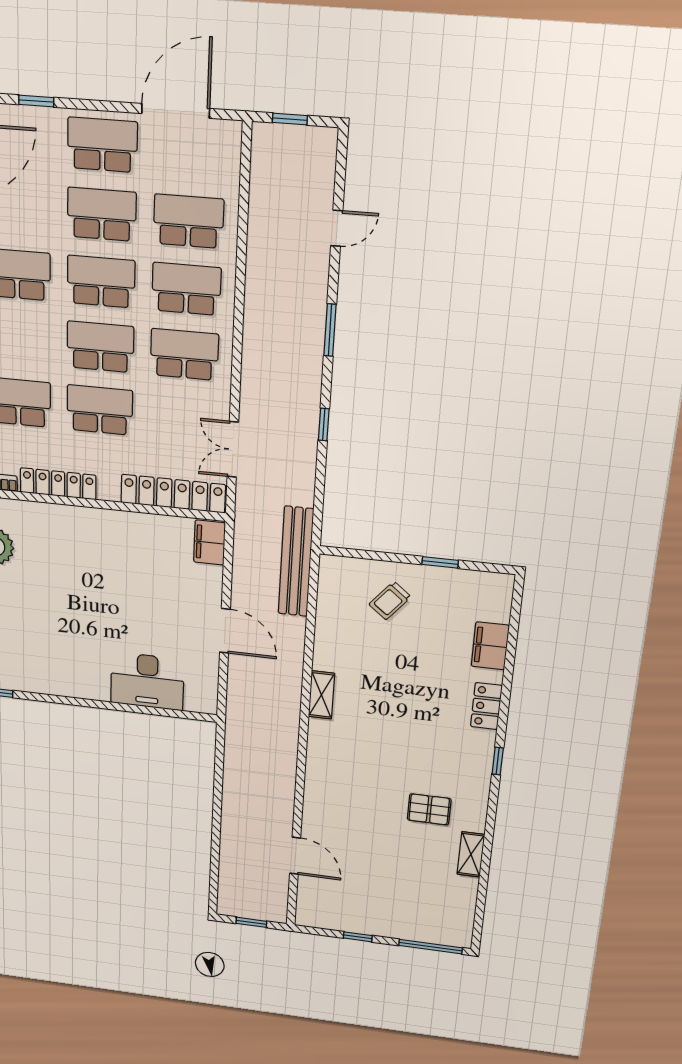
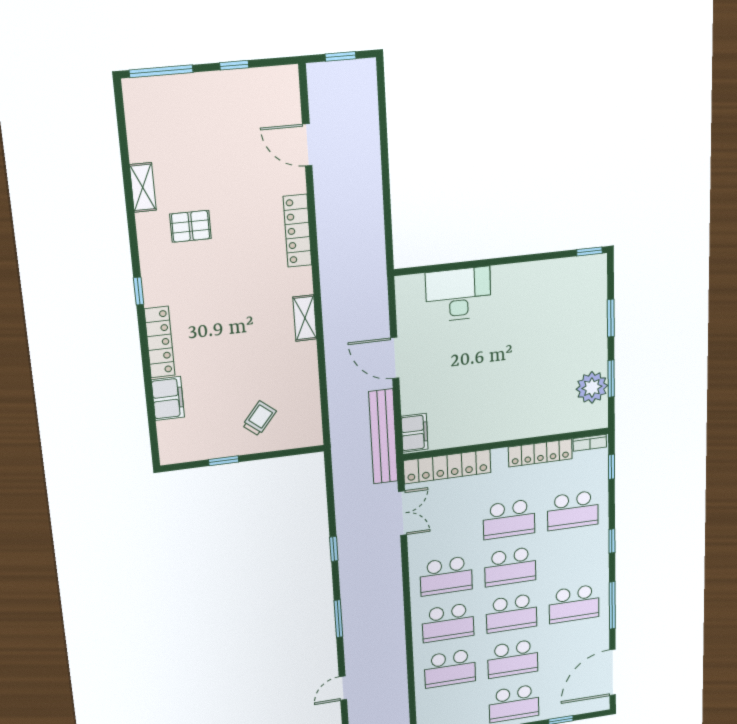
bench: (296, 562) -> (383, 437), moved
locker: (486, 706) -> (160, 342), width x1.53
locker: (317, 781) -> (297, 231), added

